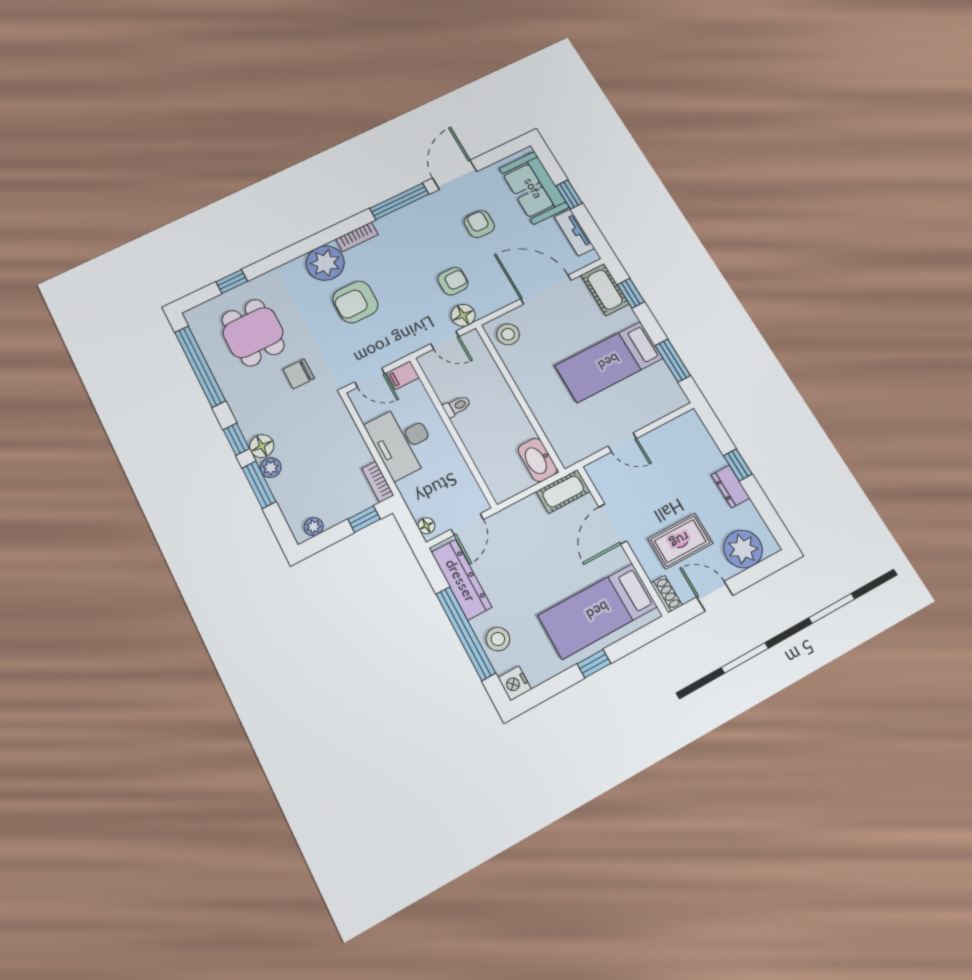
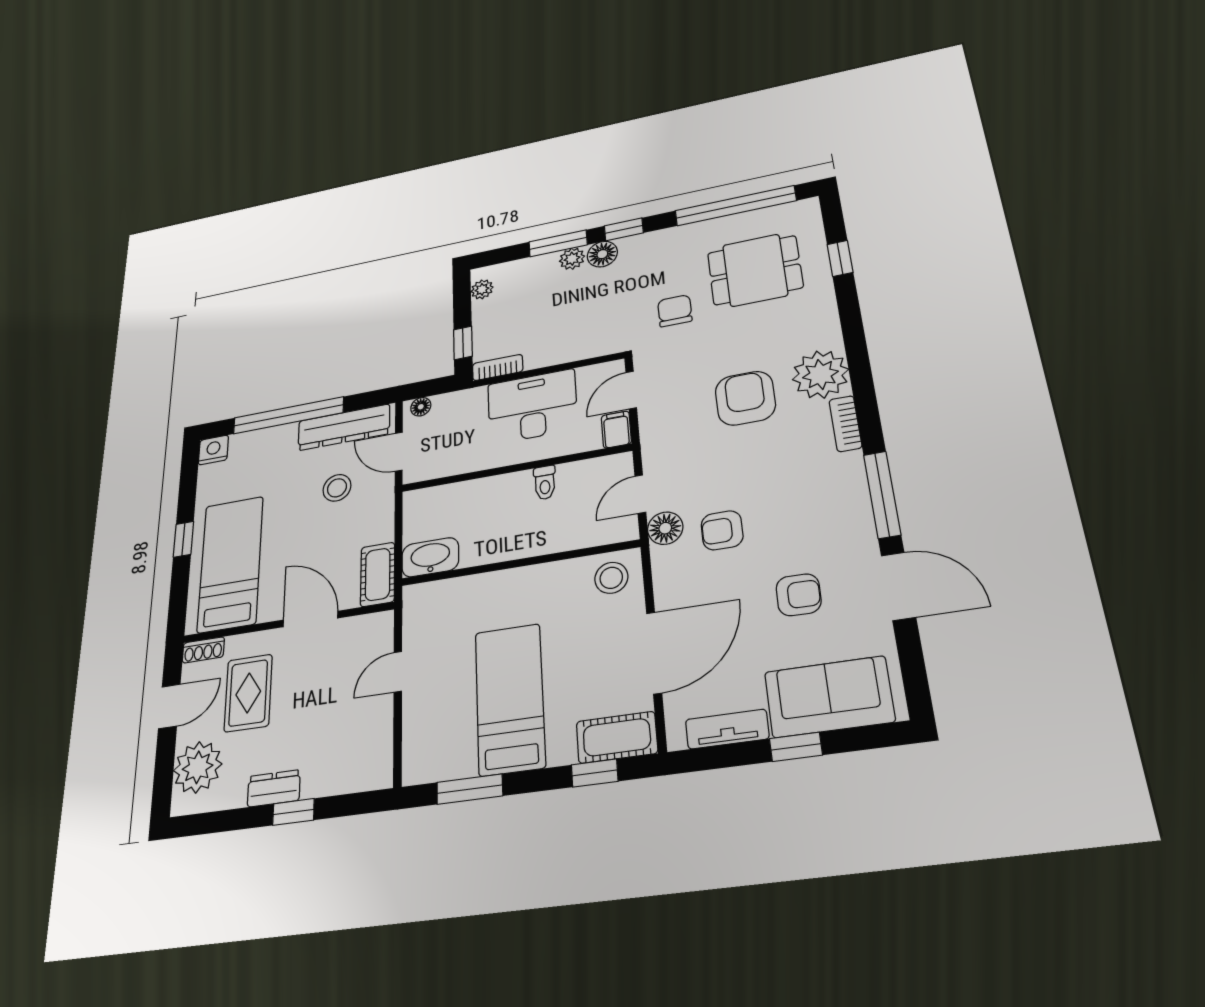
armchair: (453, 281) -> (722, 530), turned 90
stool: (498, 639) -> (337, 488), moved

